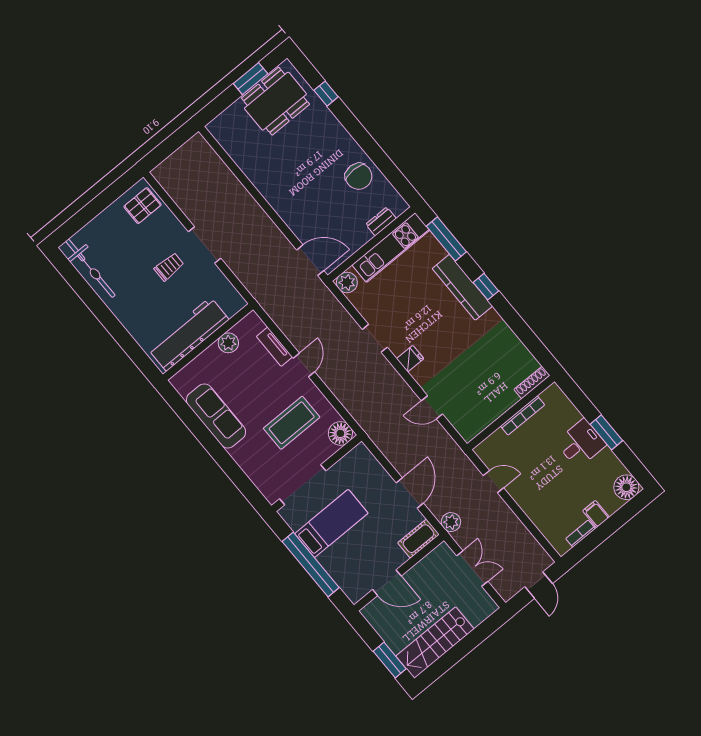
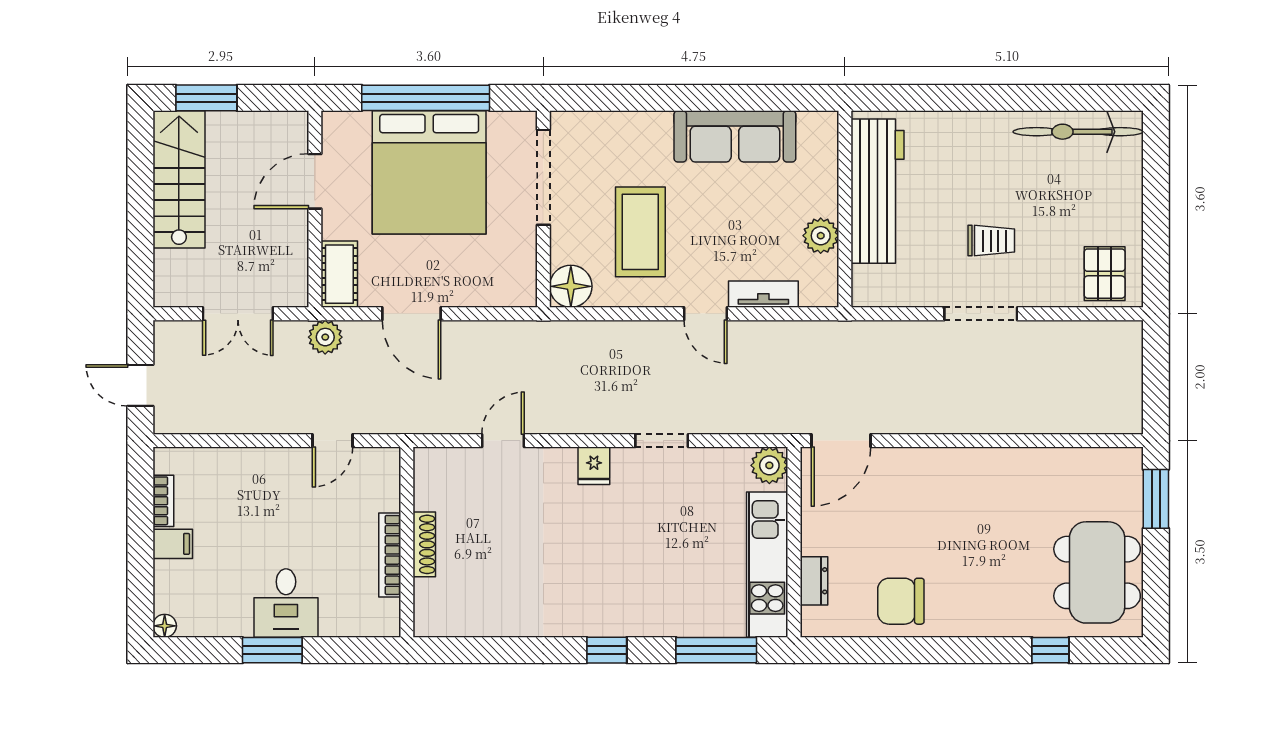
window: (251, 79) -> (1156, 499), moved
trolley: (169, 267) -> (991, 241), turned -90
kitchen counter: (462, 287) -> (633, 617), removed
shoe rack: (532, 382) -> (424, 544), moved
floor lamp: (626, 487) -> (165, 626), width x0.53, depth x0.53
bed: (331, 523) -> (429, 172), width x2.04

